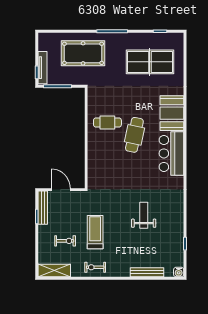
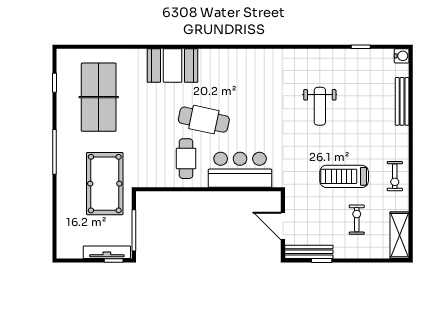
pool table: (83, 53) -> (105, 184), moved
bar counter: (171, 153) -> (240, 170), moved, turned 180
door: (61, 190) -> (283, 226), hinge flipped
weight bench: (144, 215) -> (320, 106), turned -90

